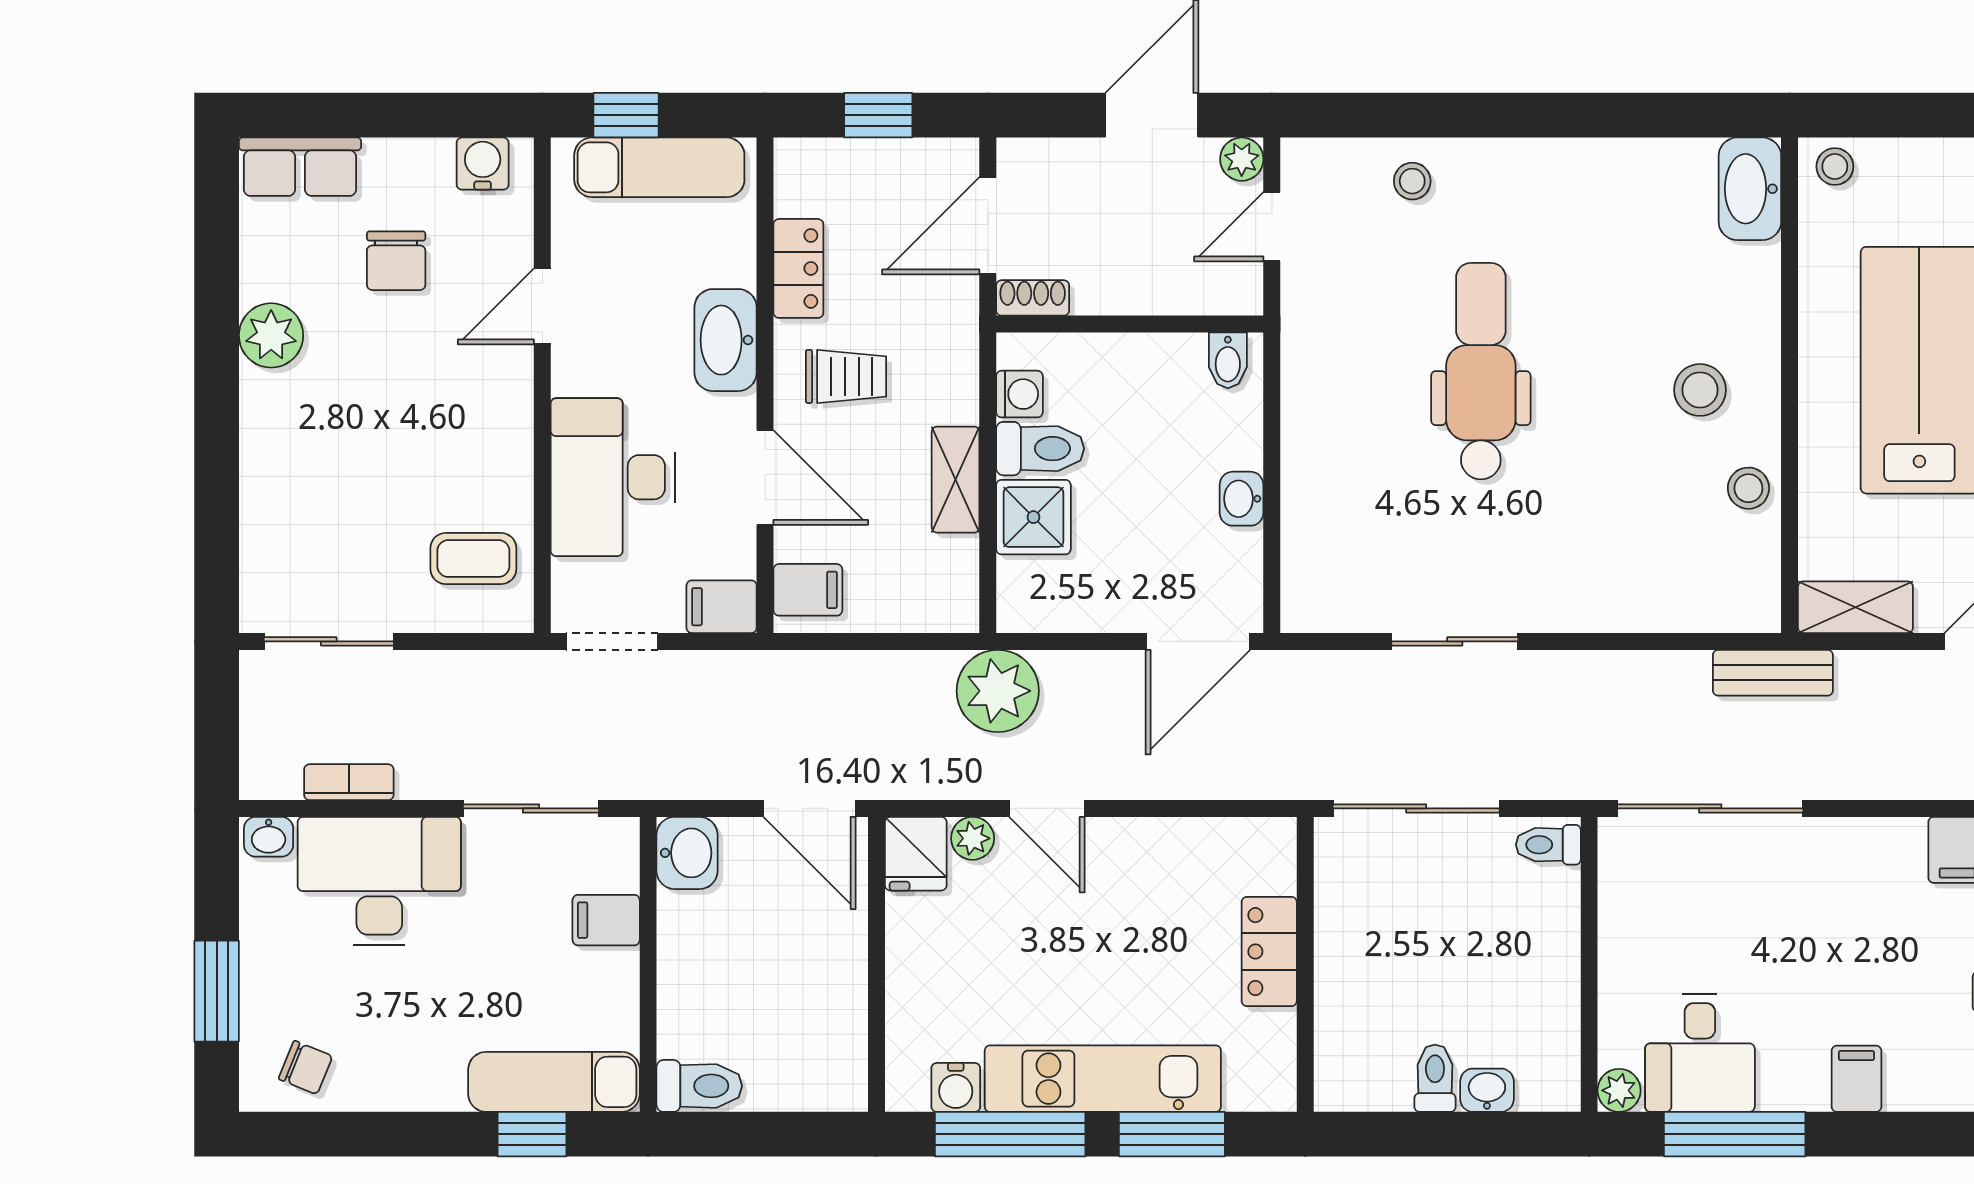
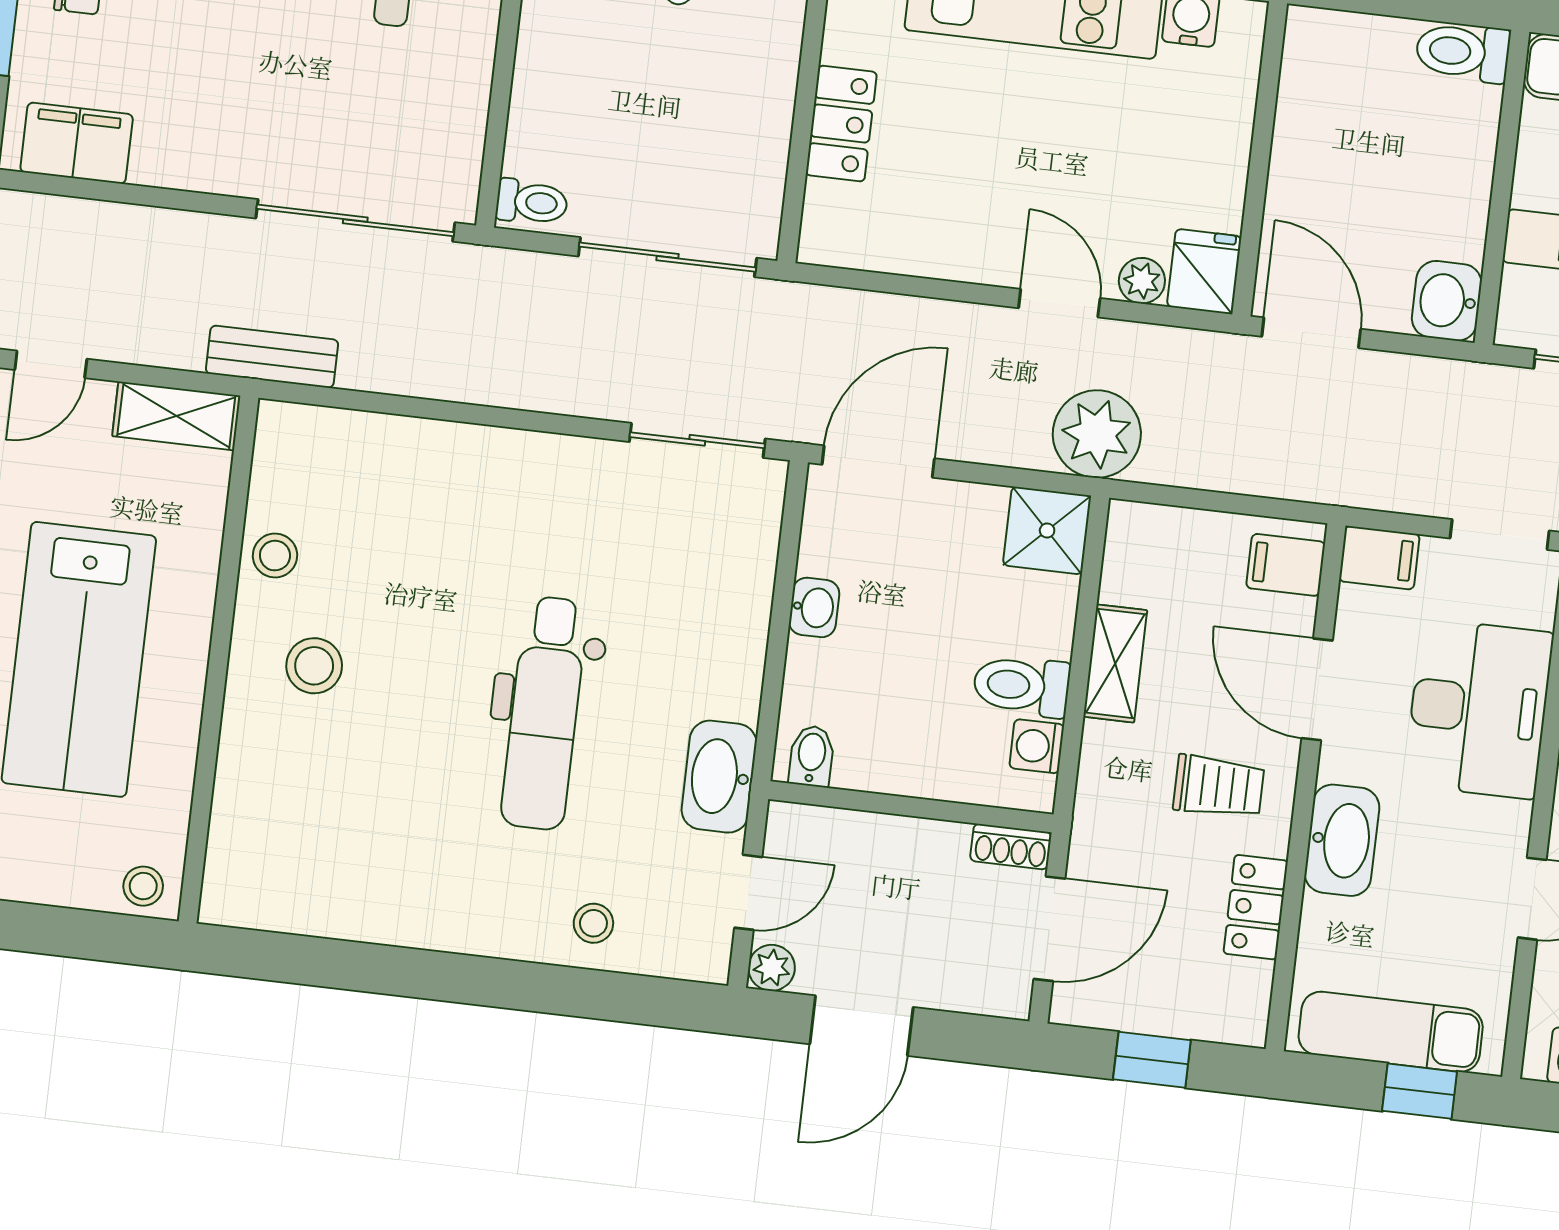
washbasin: (1750, 189) -> (719, 777), moved, turned 180
trolley: (846, 376) -> (1219, 787), turned 180
shower: (1033, 517) -> (1047, 531), moved
sliding door: (1455, 641) -> (697, 440), moved

